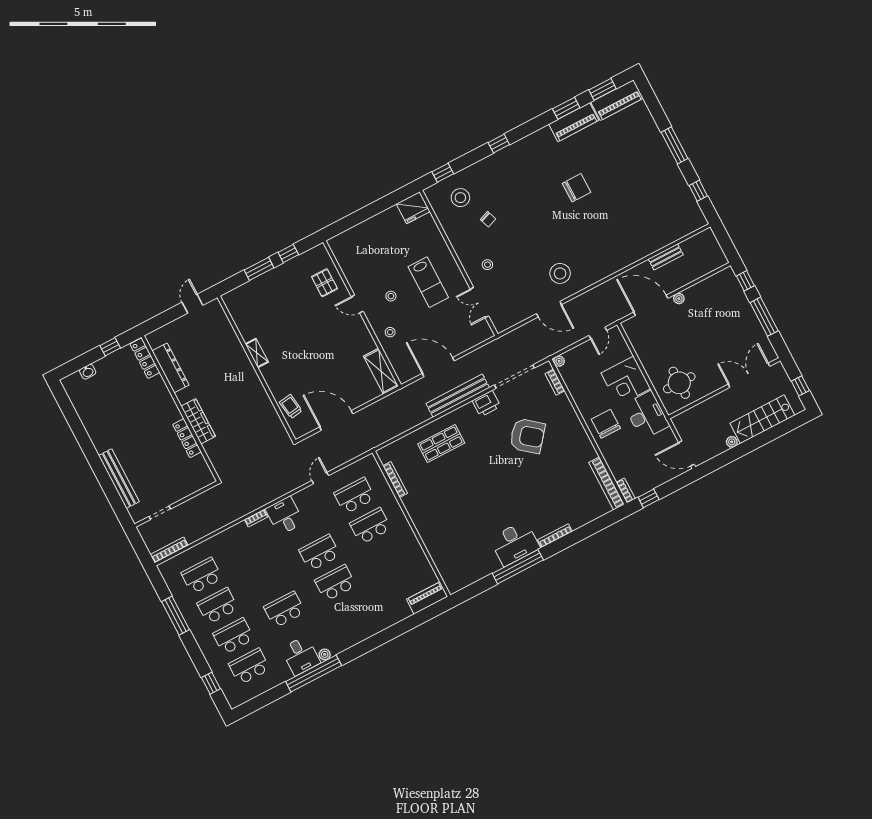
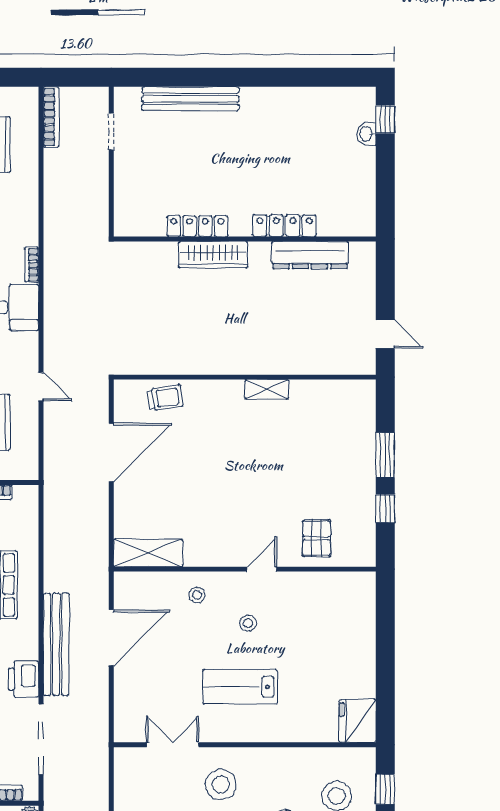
stool: (487, 265) -> (221, 784), width x1.89, depth x1.89
pallet: (325, 283) -> (317, 538), turned 90
window: (110, 347) -> (385, 119), moved
locker: (145, 358) -> (285, 226), moved

